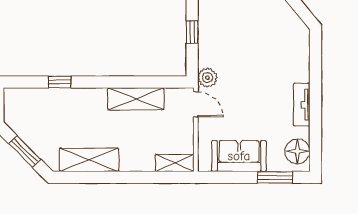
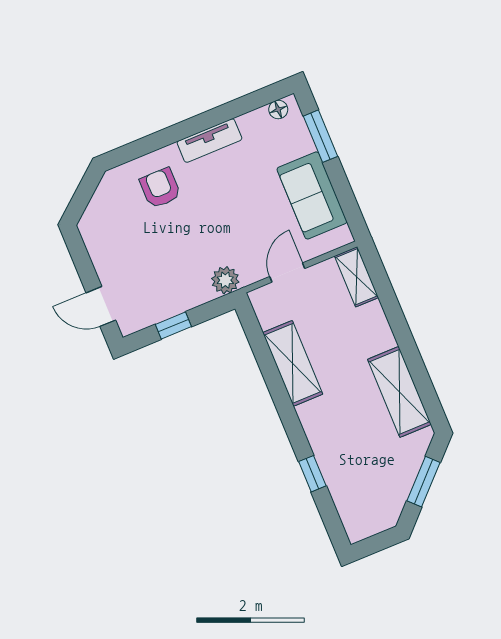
armchair: (284, 60) -> (160, 188), added
door: (196, 104) -> (287, 273), moved
floor lamp: (297, 151) -> (278, 109), width x0.53, depth x0.53

